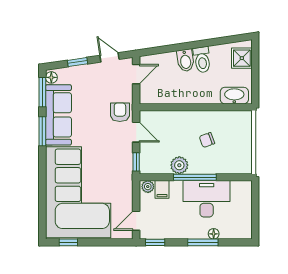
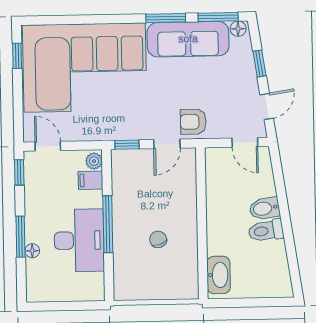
shower: (242, 58) -> (269, 284), removed
armchair: (120, 112) -> (193, 122), turned 180
plant: (179, 165) -> (123, 203), removed

